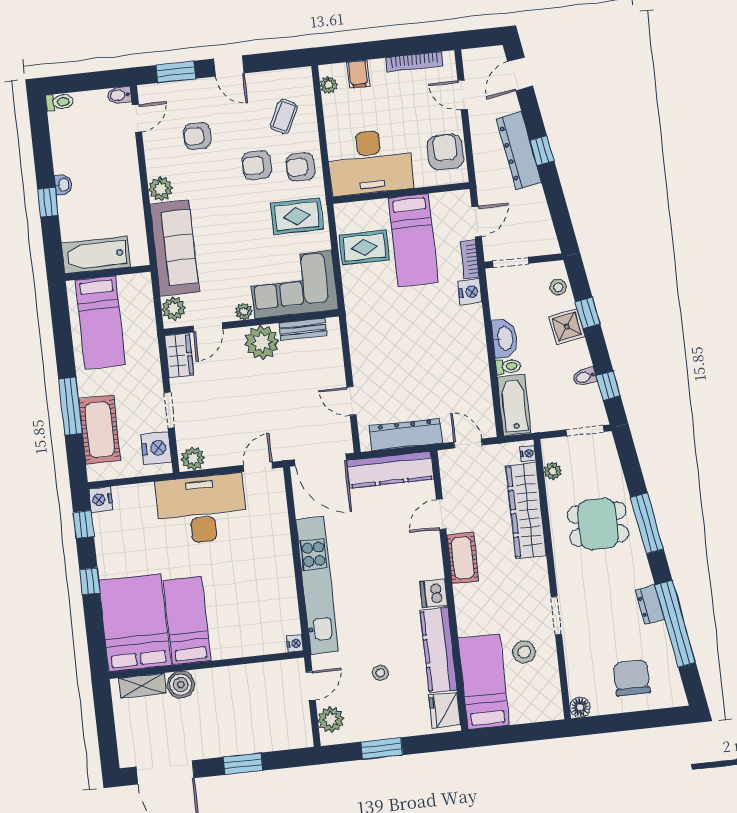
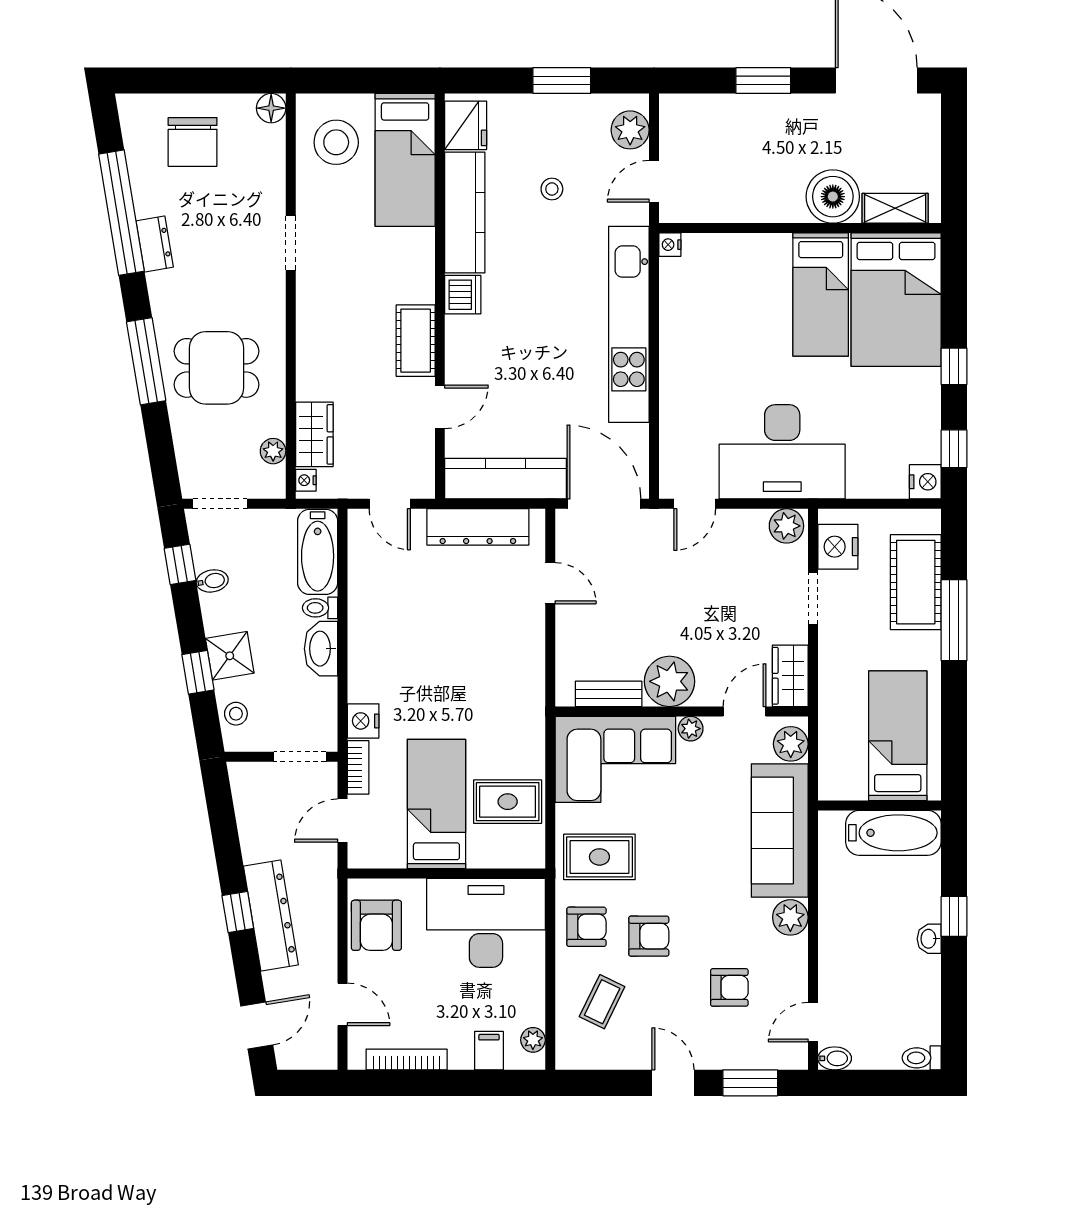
wardrobe: (526, 510) -> (314, 434), width x0.48, depth x0.85
stool: (524, 652) -> (336, 142), moved, width x1.38, depth x1.38
boiler: (181, 685) -> (833, 197), width x1.37, depth x1.37

